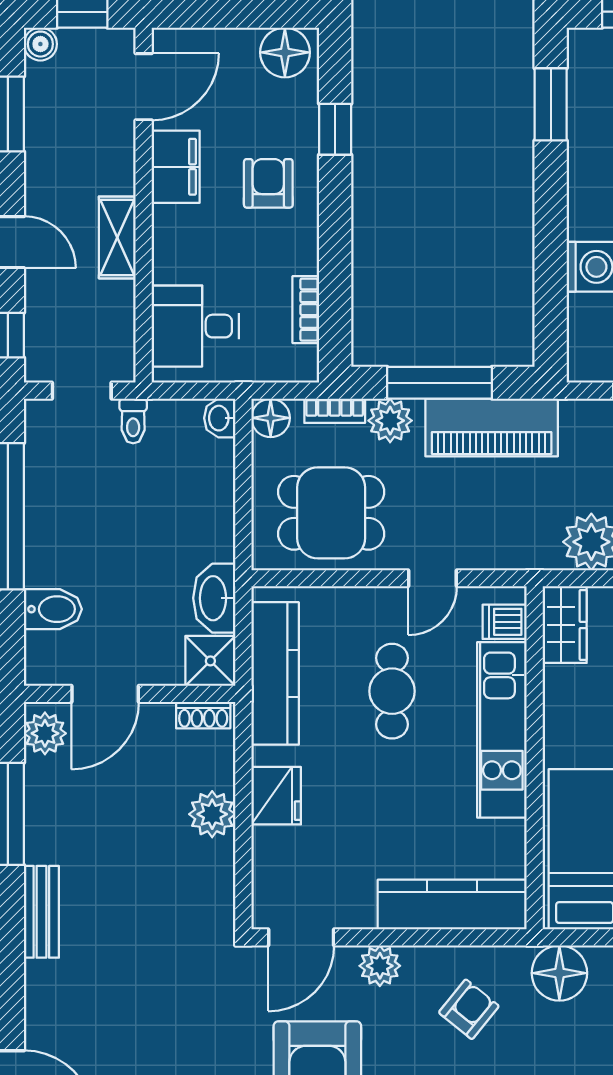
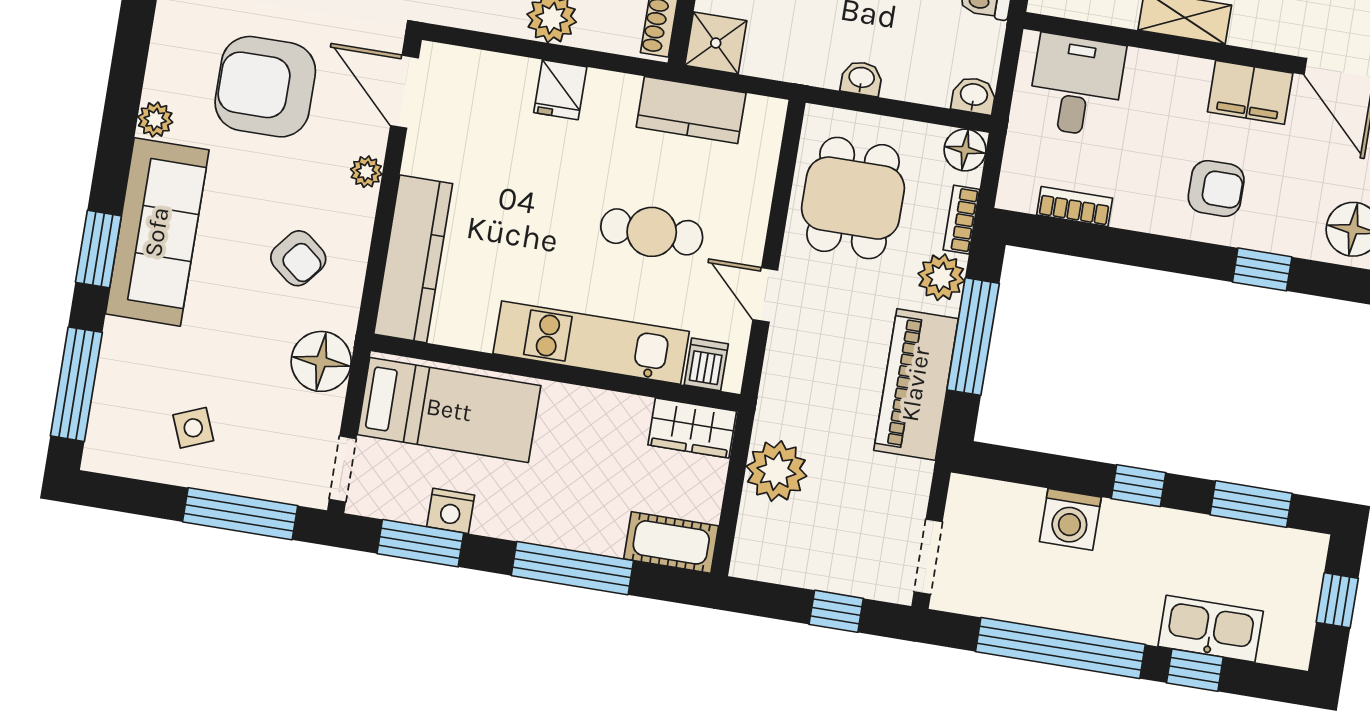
window: (551, 210) -> (1138, 486), added
washbasin: (214, 598) -> (862, 78), moved, width x0.52, depth x0.69
kitchen counter: (275, 673) -> (691, 110), width x0.67
fridge: (276, 796) -> (560, 90), width x0.72
plant: (380, 966) -> (366, 172), width x0.73, depth x0.73

